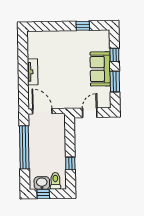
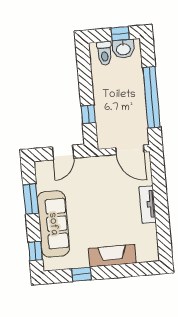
fireplace: (60, 37) -> (112, 256), added
window: (114, 55) -> (35, 251), moved
sofa: (100, 69) -> (53, 224), width x1.36
window: (70, 163) -> (88, 114), moved

